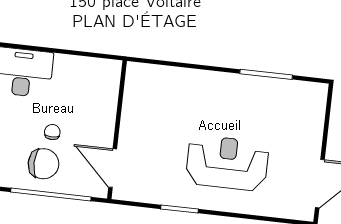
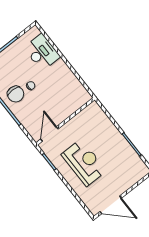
wall: (117, 130) -> (65, 121), moved
door: (113, 168) -> (49, 134), moved

